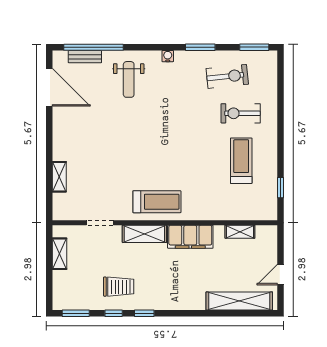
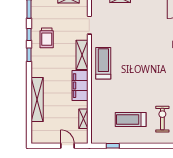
treadmill: (241, 161) -> (131, 120), turned 180
treadmill: (157, 202) -> (103, 63), turned 180
door: (281, 275) -> (67, 146), moved
shelving: (239, 301) -> (37, 99), moved

